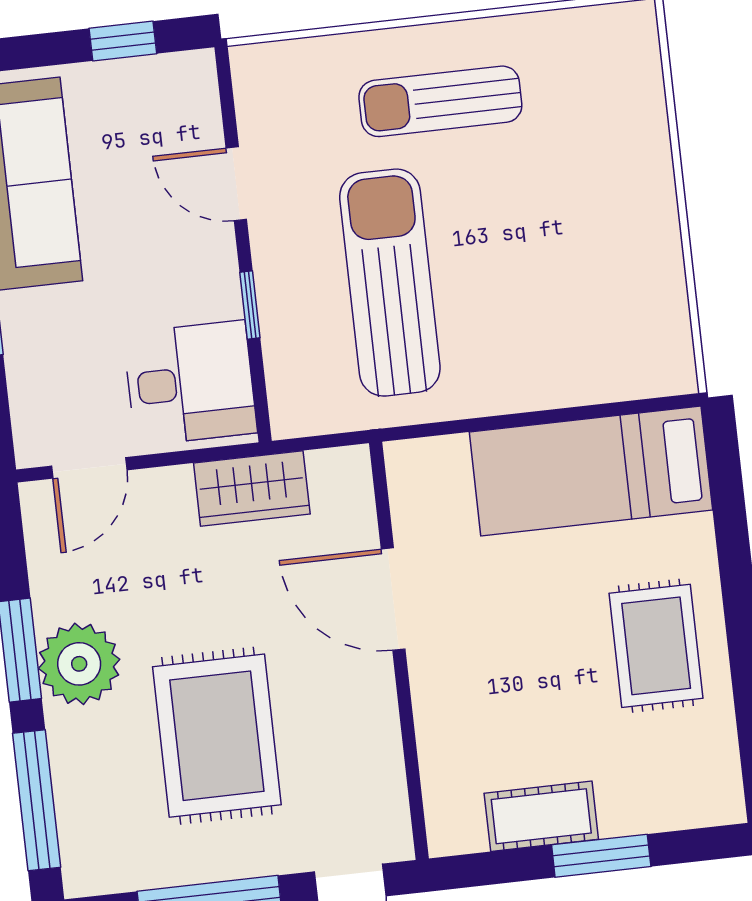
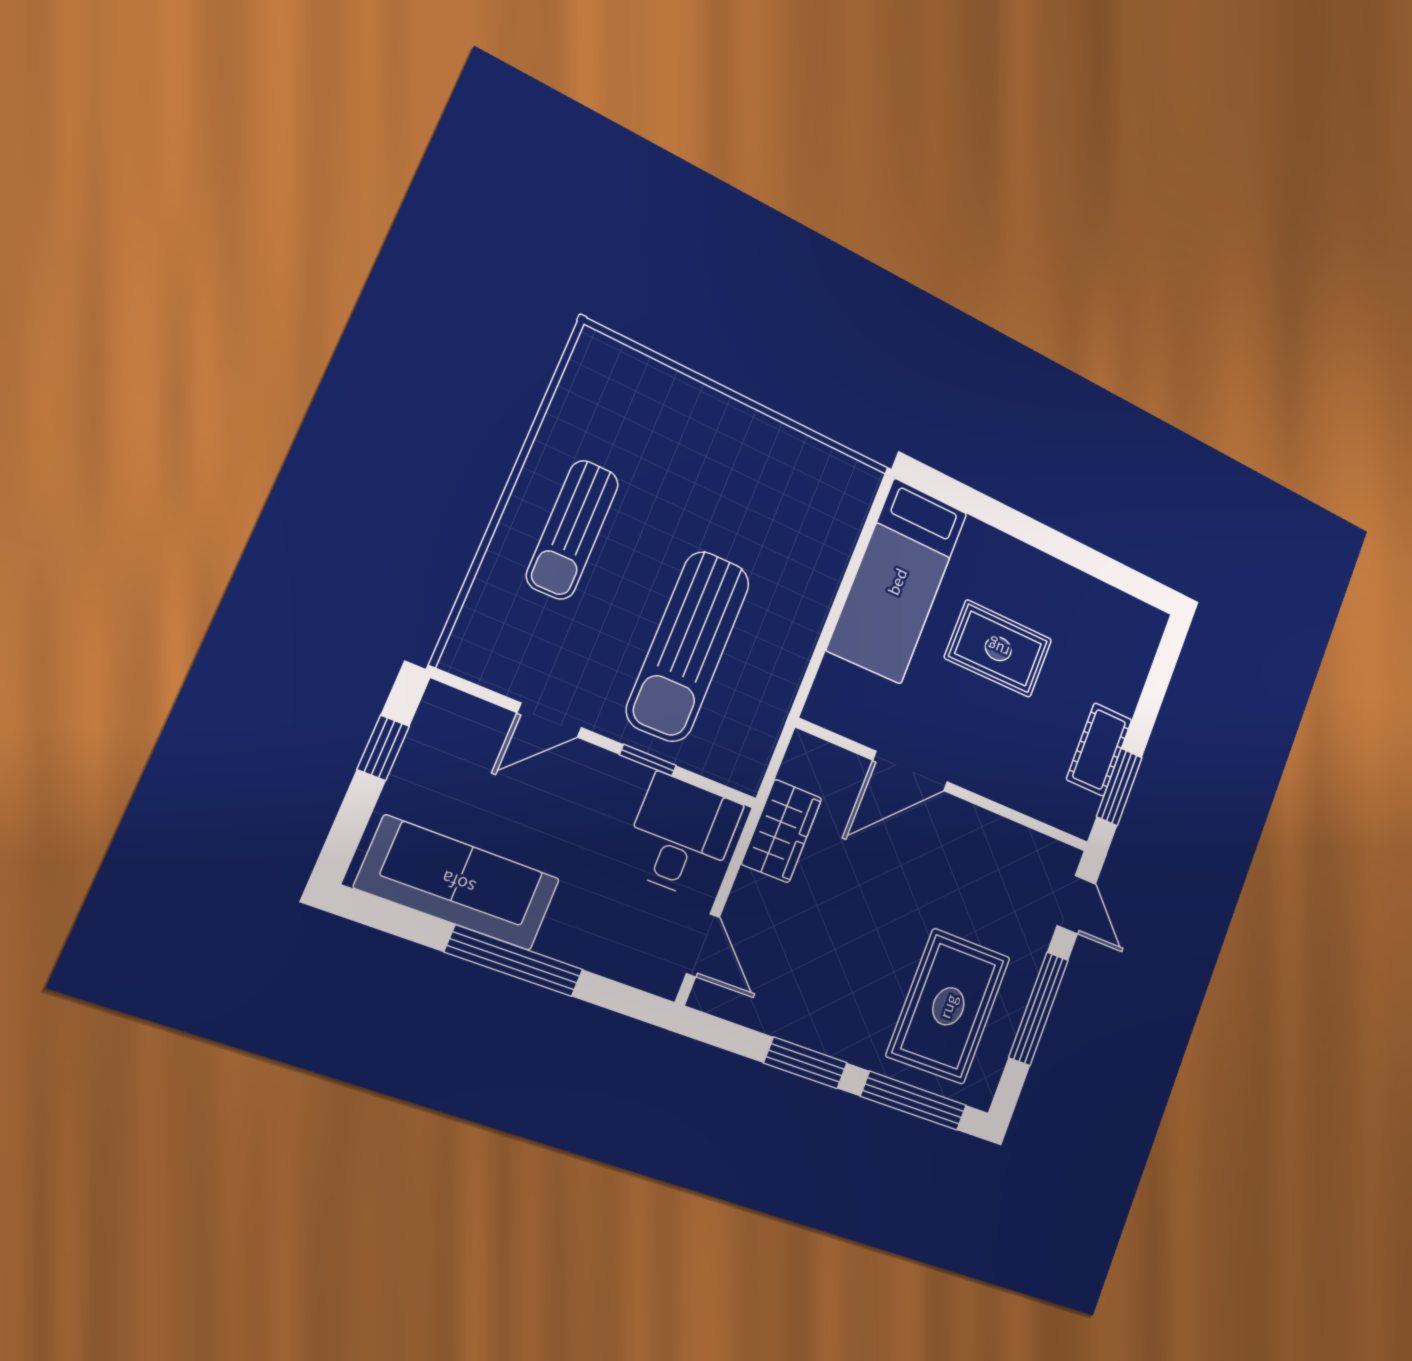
sun lounger: (390, 283) -> (688, 646), turned -90
rug: (656, 646) -> (998, 649), moved
plant: (79, 664) -> (838, 1023), removed
rug: (217, 736) -> (948, 1006), moved, turned 90
window: (601, 856) -> (1119, 787), moved

